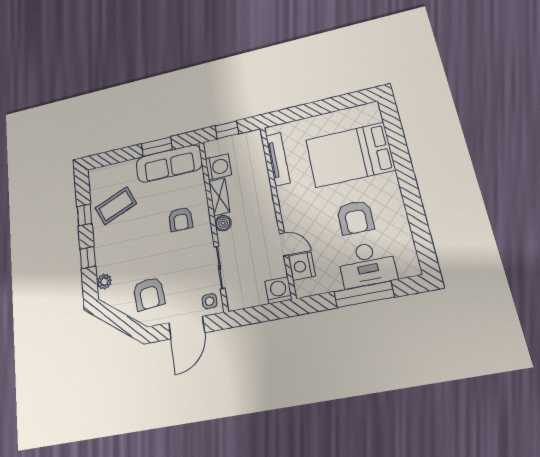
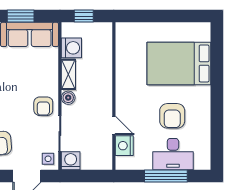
tv unit: (278, 159) -> (122, 53), removed
armchair: (181, 219) -> (43, 106), moved
washing machine: (278, 290) -> (71, 161), moved

